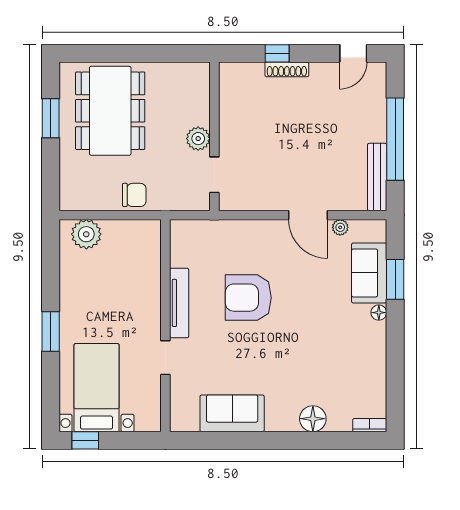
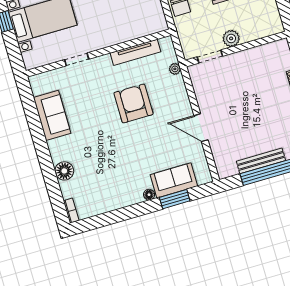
bench: (377, 177) -> (261, 161), moved
door: (308, 215) -> (201, 128), hinge flipped
plant: (340, 227) -> (175, 69), moved
tv unit: (179, 303) -> (135, 52), moved

